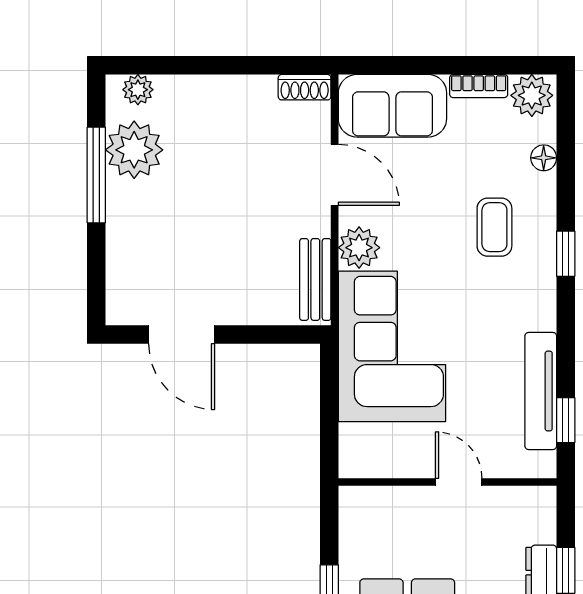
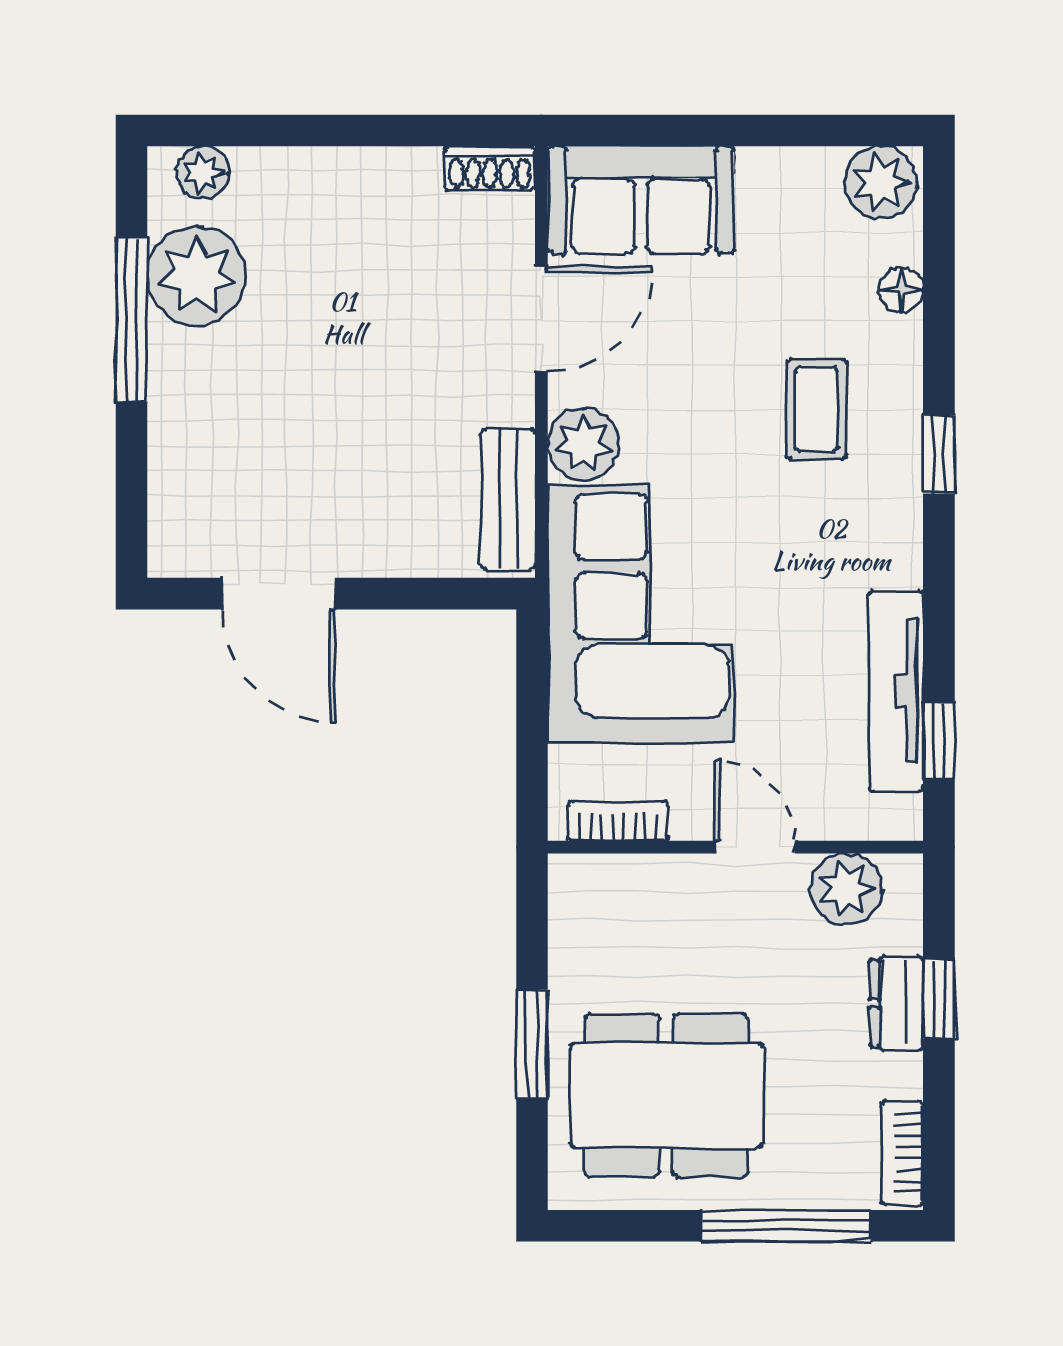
bookcase: (479, 86) -> (618, 821), moved, turned 180
door: (335, 175) -> (541, 319), hinge flipped
plant: (512, 506) -> (846, 889), added

